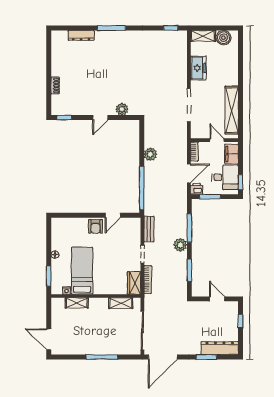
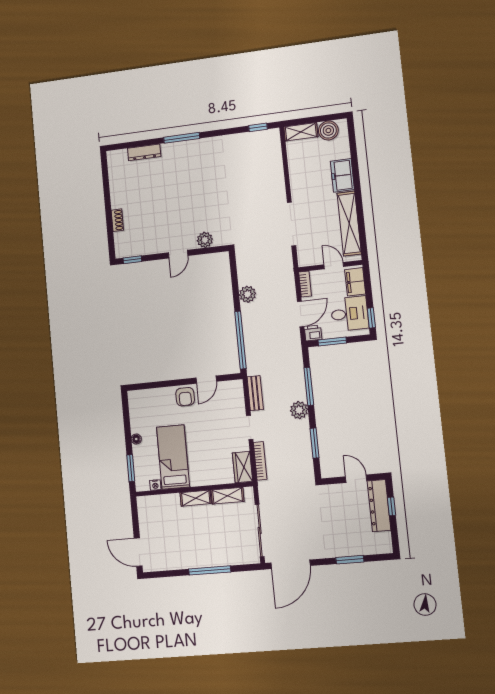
freezer: (198, 68) -> (342, 175), moved, turned 180
shelving: (77, 303) -> (196, 498), moved
dresser: (220, 348) -> (379, 506), moved, turned -90

